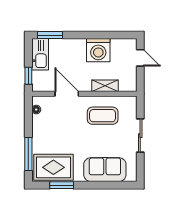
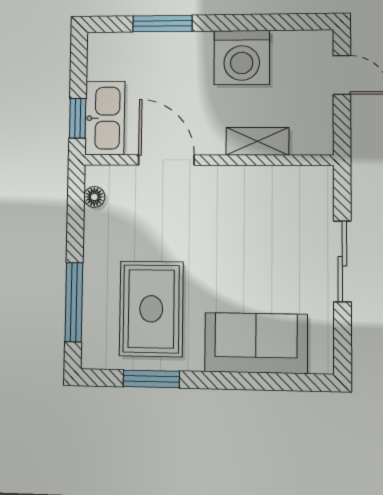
window: (50, 35) -> (162, 24), moved
kitchen sink: (40, 54) -> (105, 118), moved
coffee table: (103, 116) -> (251, 213), removed
rug: (53, 167) -> (151, 309), moved, turned 90

